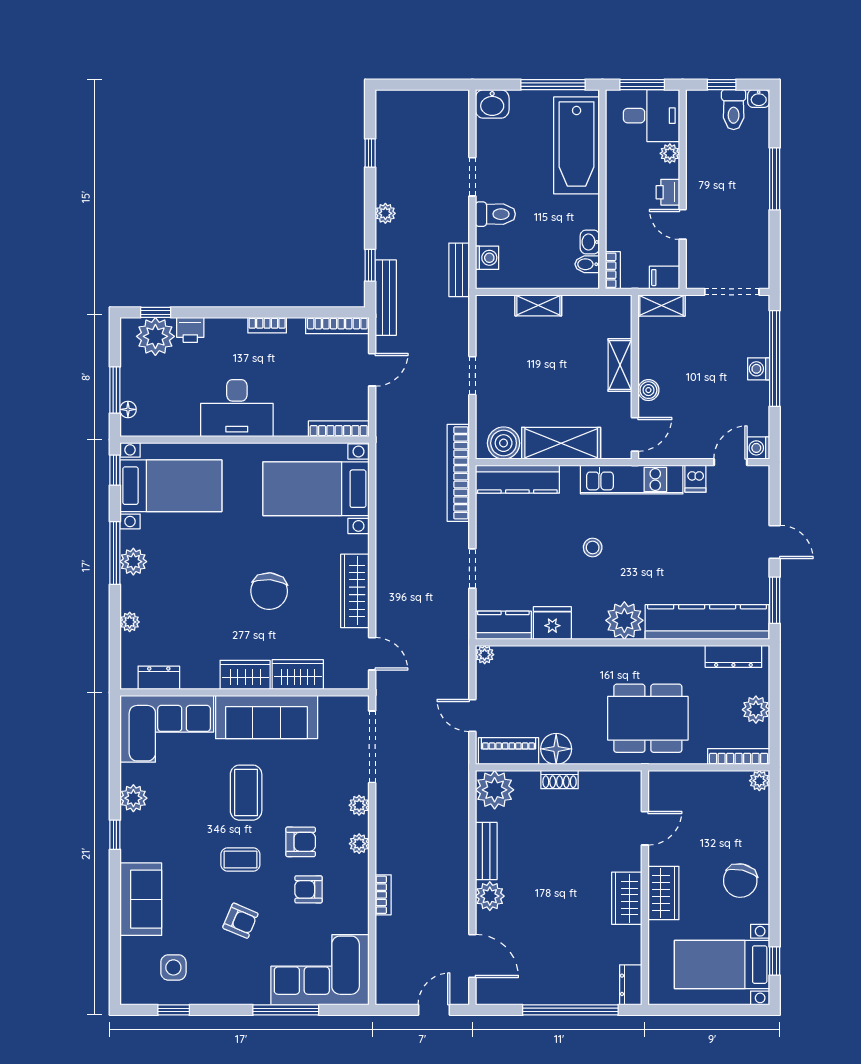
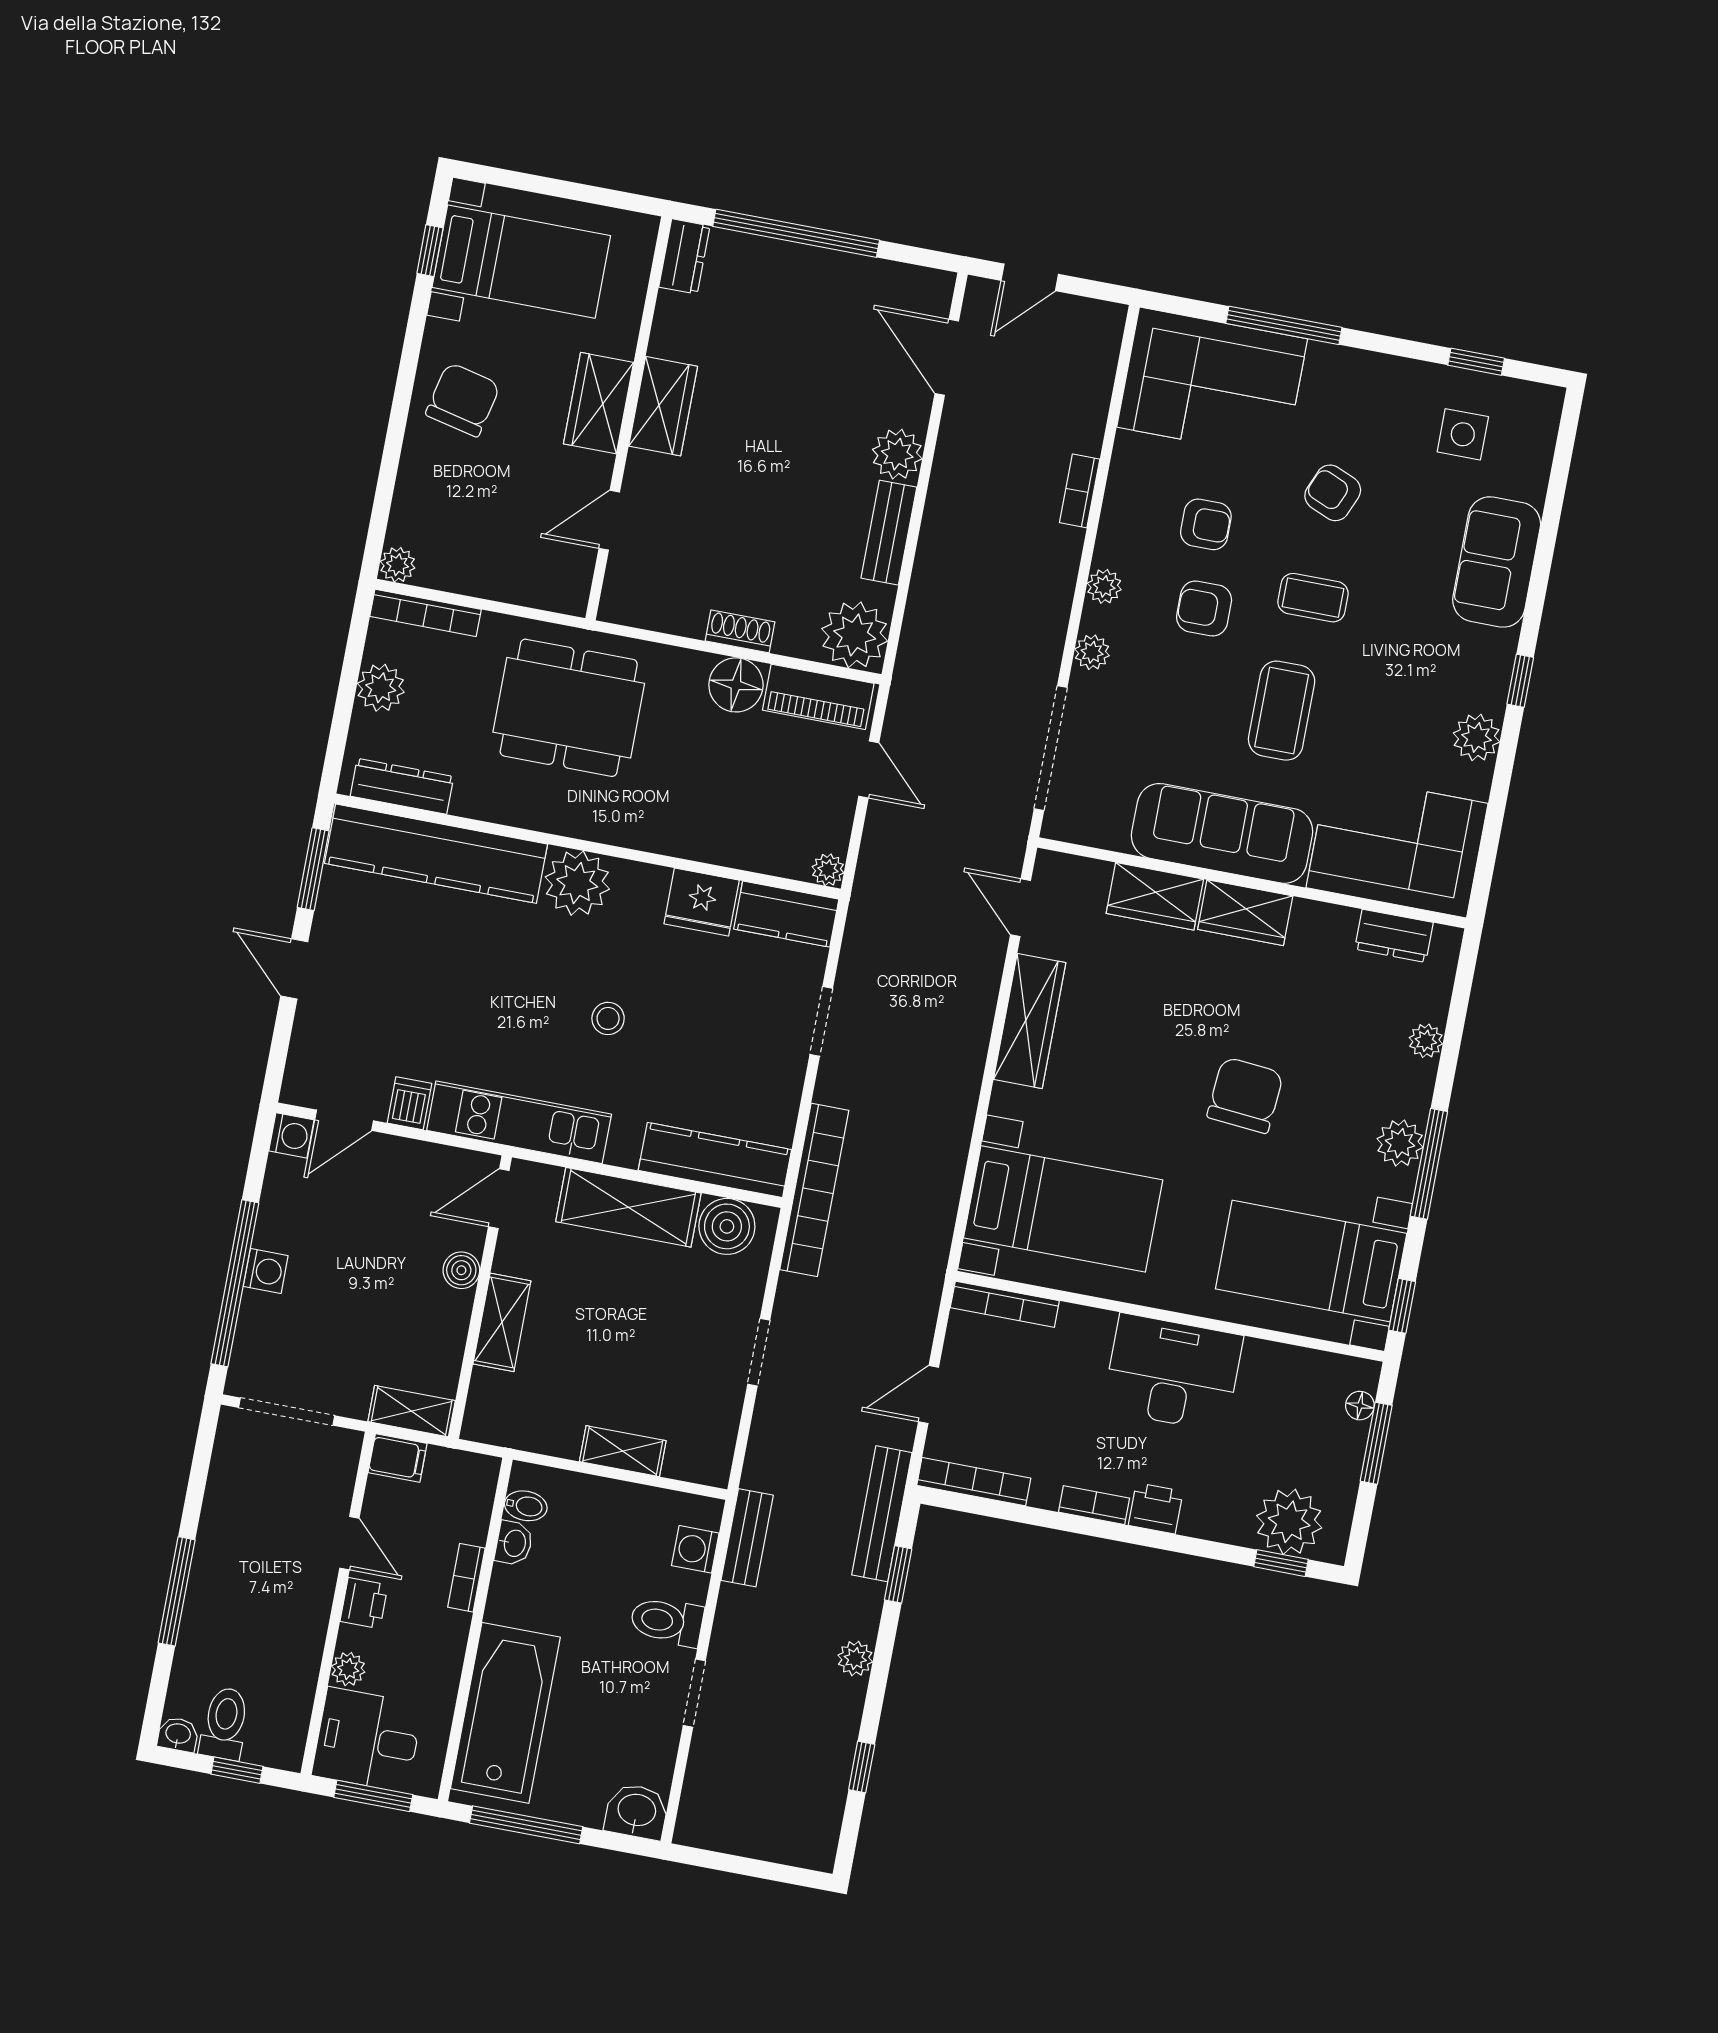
bookcase: (613, 270) -> (466, 1578), moved
printer: (190, 330) -> (1156, 1508), moved
chair: (269, 591) -> (1245, 1095), moved

